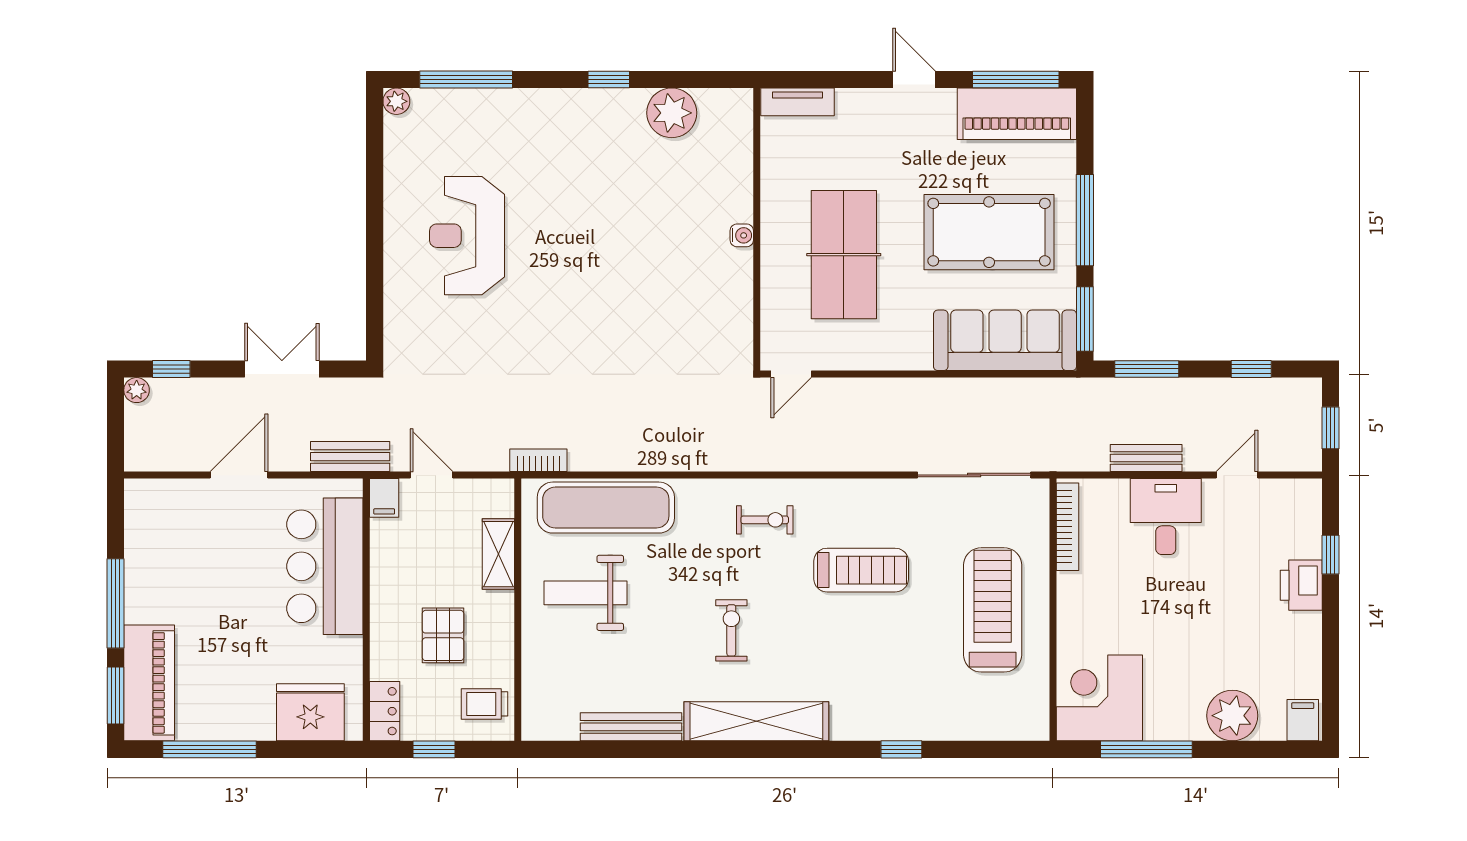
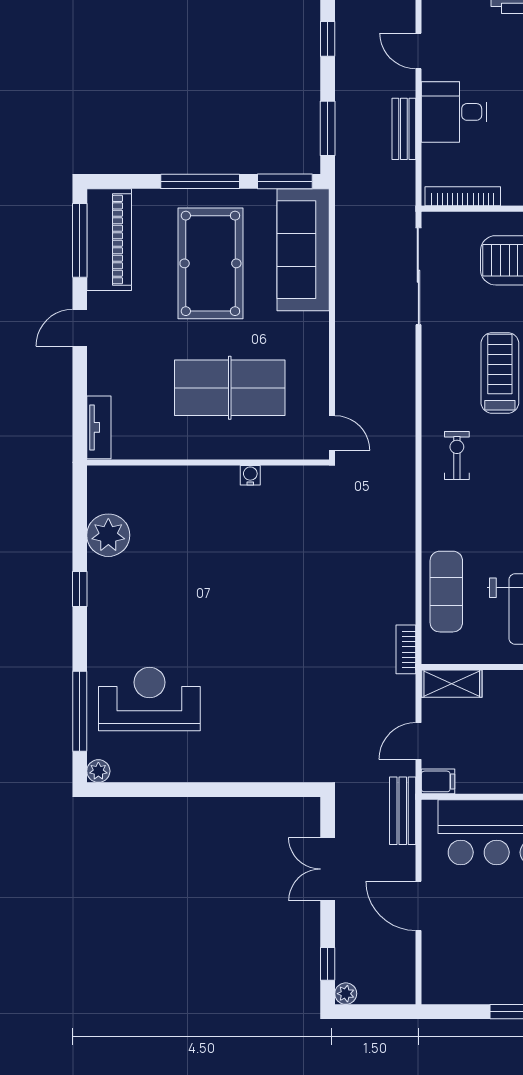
water cooler: (742, 235) -> (250, 475), moved
reception desk: (467, 236) -> (149, 699), moved, turned 180
exercise mat: (606, 508) -> (446, 592), width x0.73, depth x0.69
shelving: (498, 554) -> (452, 684), moved

